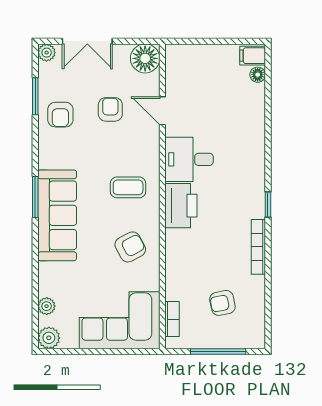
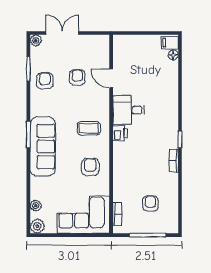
double door: (87, 41) -> (62, 33), swing flipped
floor lamp: (145, 58) -> (100, 44), removed
armchair: (60, 115) -> (45, 81), turned 180
printer: (181, 206) -> (120, 133), width x0.53, depth x0.68
armchair: (130, 247) -> (90, 167), turned -62
bookcase: (258, 247) -> (174, 161), width x0.64
armchair: (222, 303) -> (150, 204), turned 101

